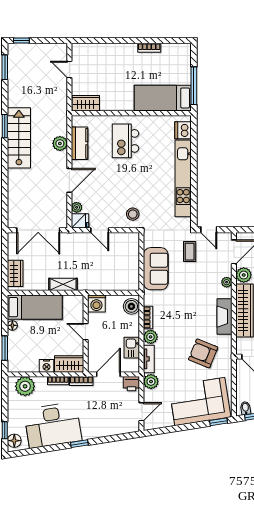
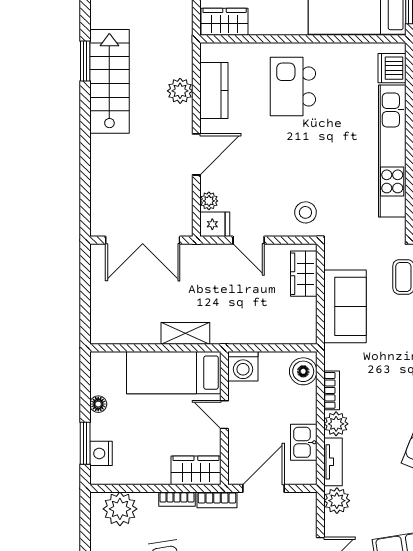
wardrobe: (15, 273) -> (304, 274), moved, turned 180
bed: (35, 307) -> (174, 373), moved, turned 180
nightstand: (46, 366) -> (101, 453), moved, turned 90
printer: (131, 384) -> (303, 504), removed

